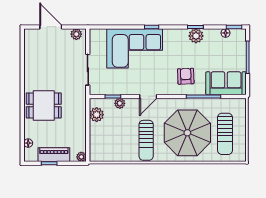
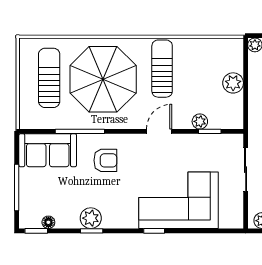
armchair: (186, 76) -> (105, 160), turned -88
plant: (97, 115) -> (233, 83), moved

